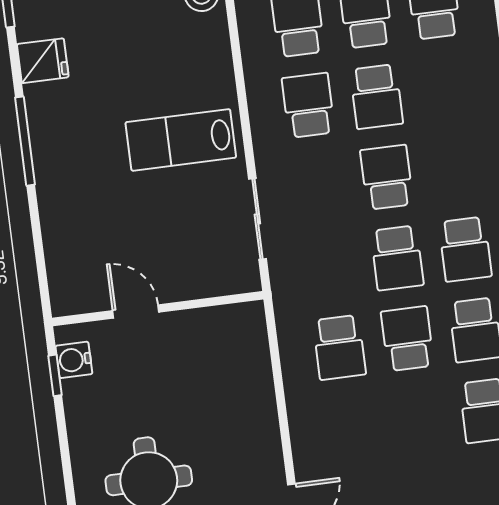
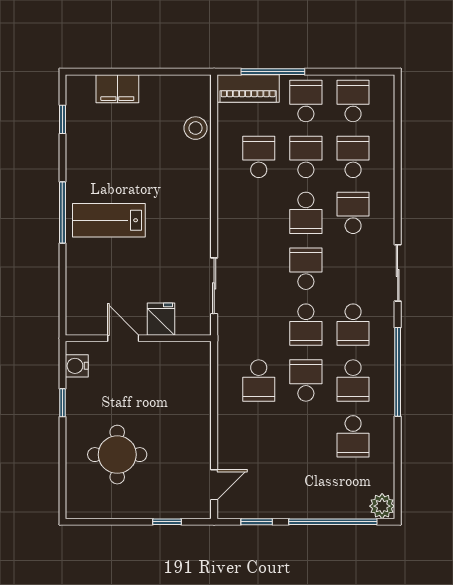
fridge: (43, 61) -> (161, 319), moved, turned -90
school desk: (308, 105) -> (353, 213), moved
lab bench: (181, 140) -> (109, 220), moved
window: (55, 375) -> (62, 403), moved

